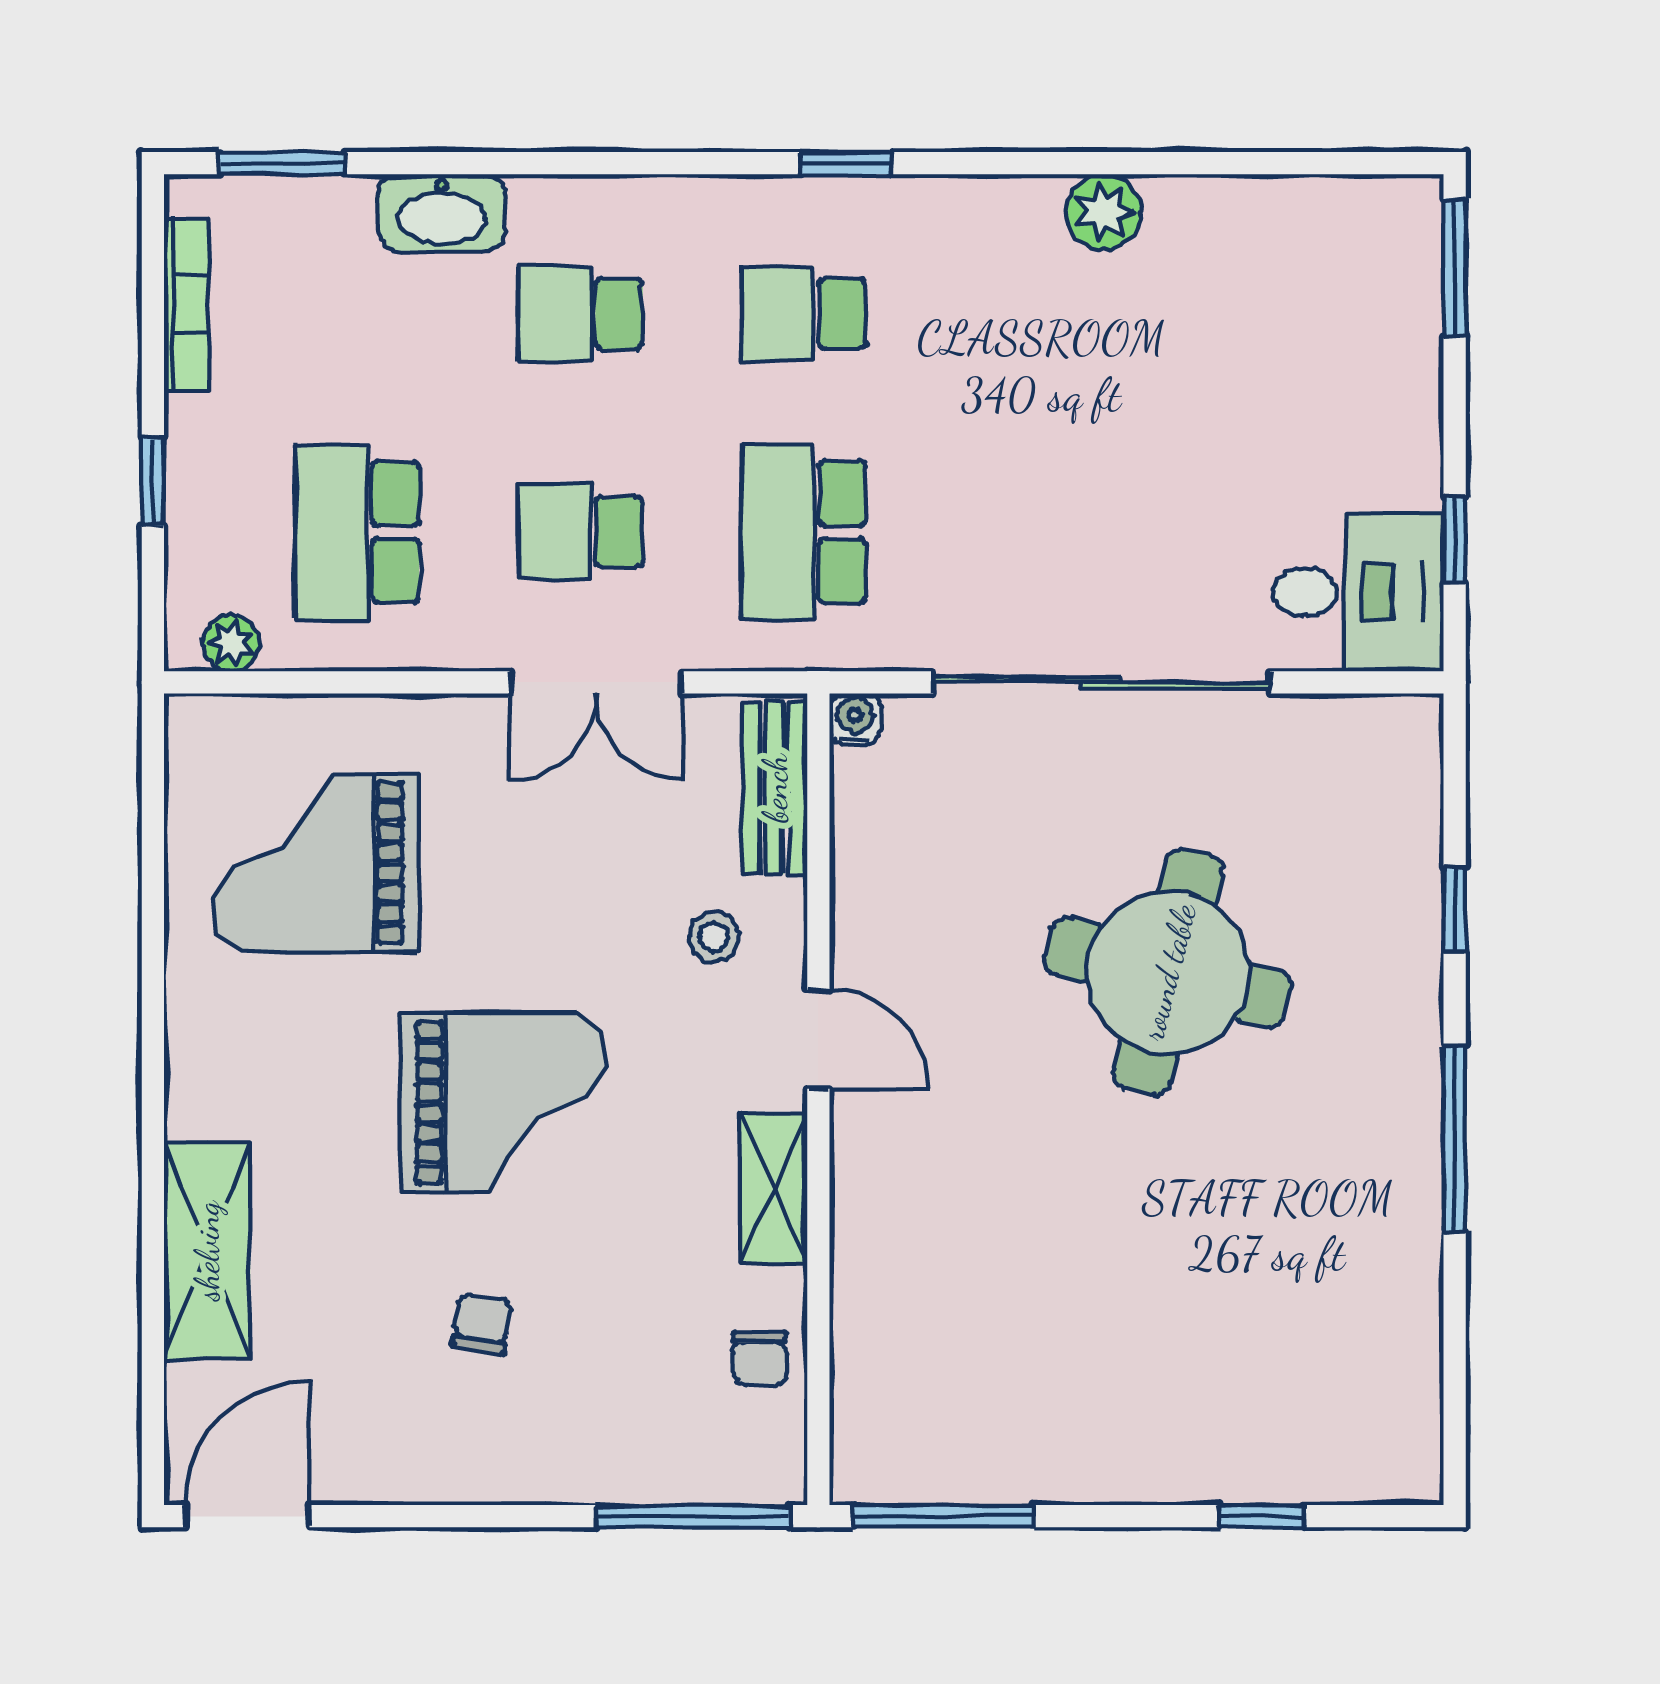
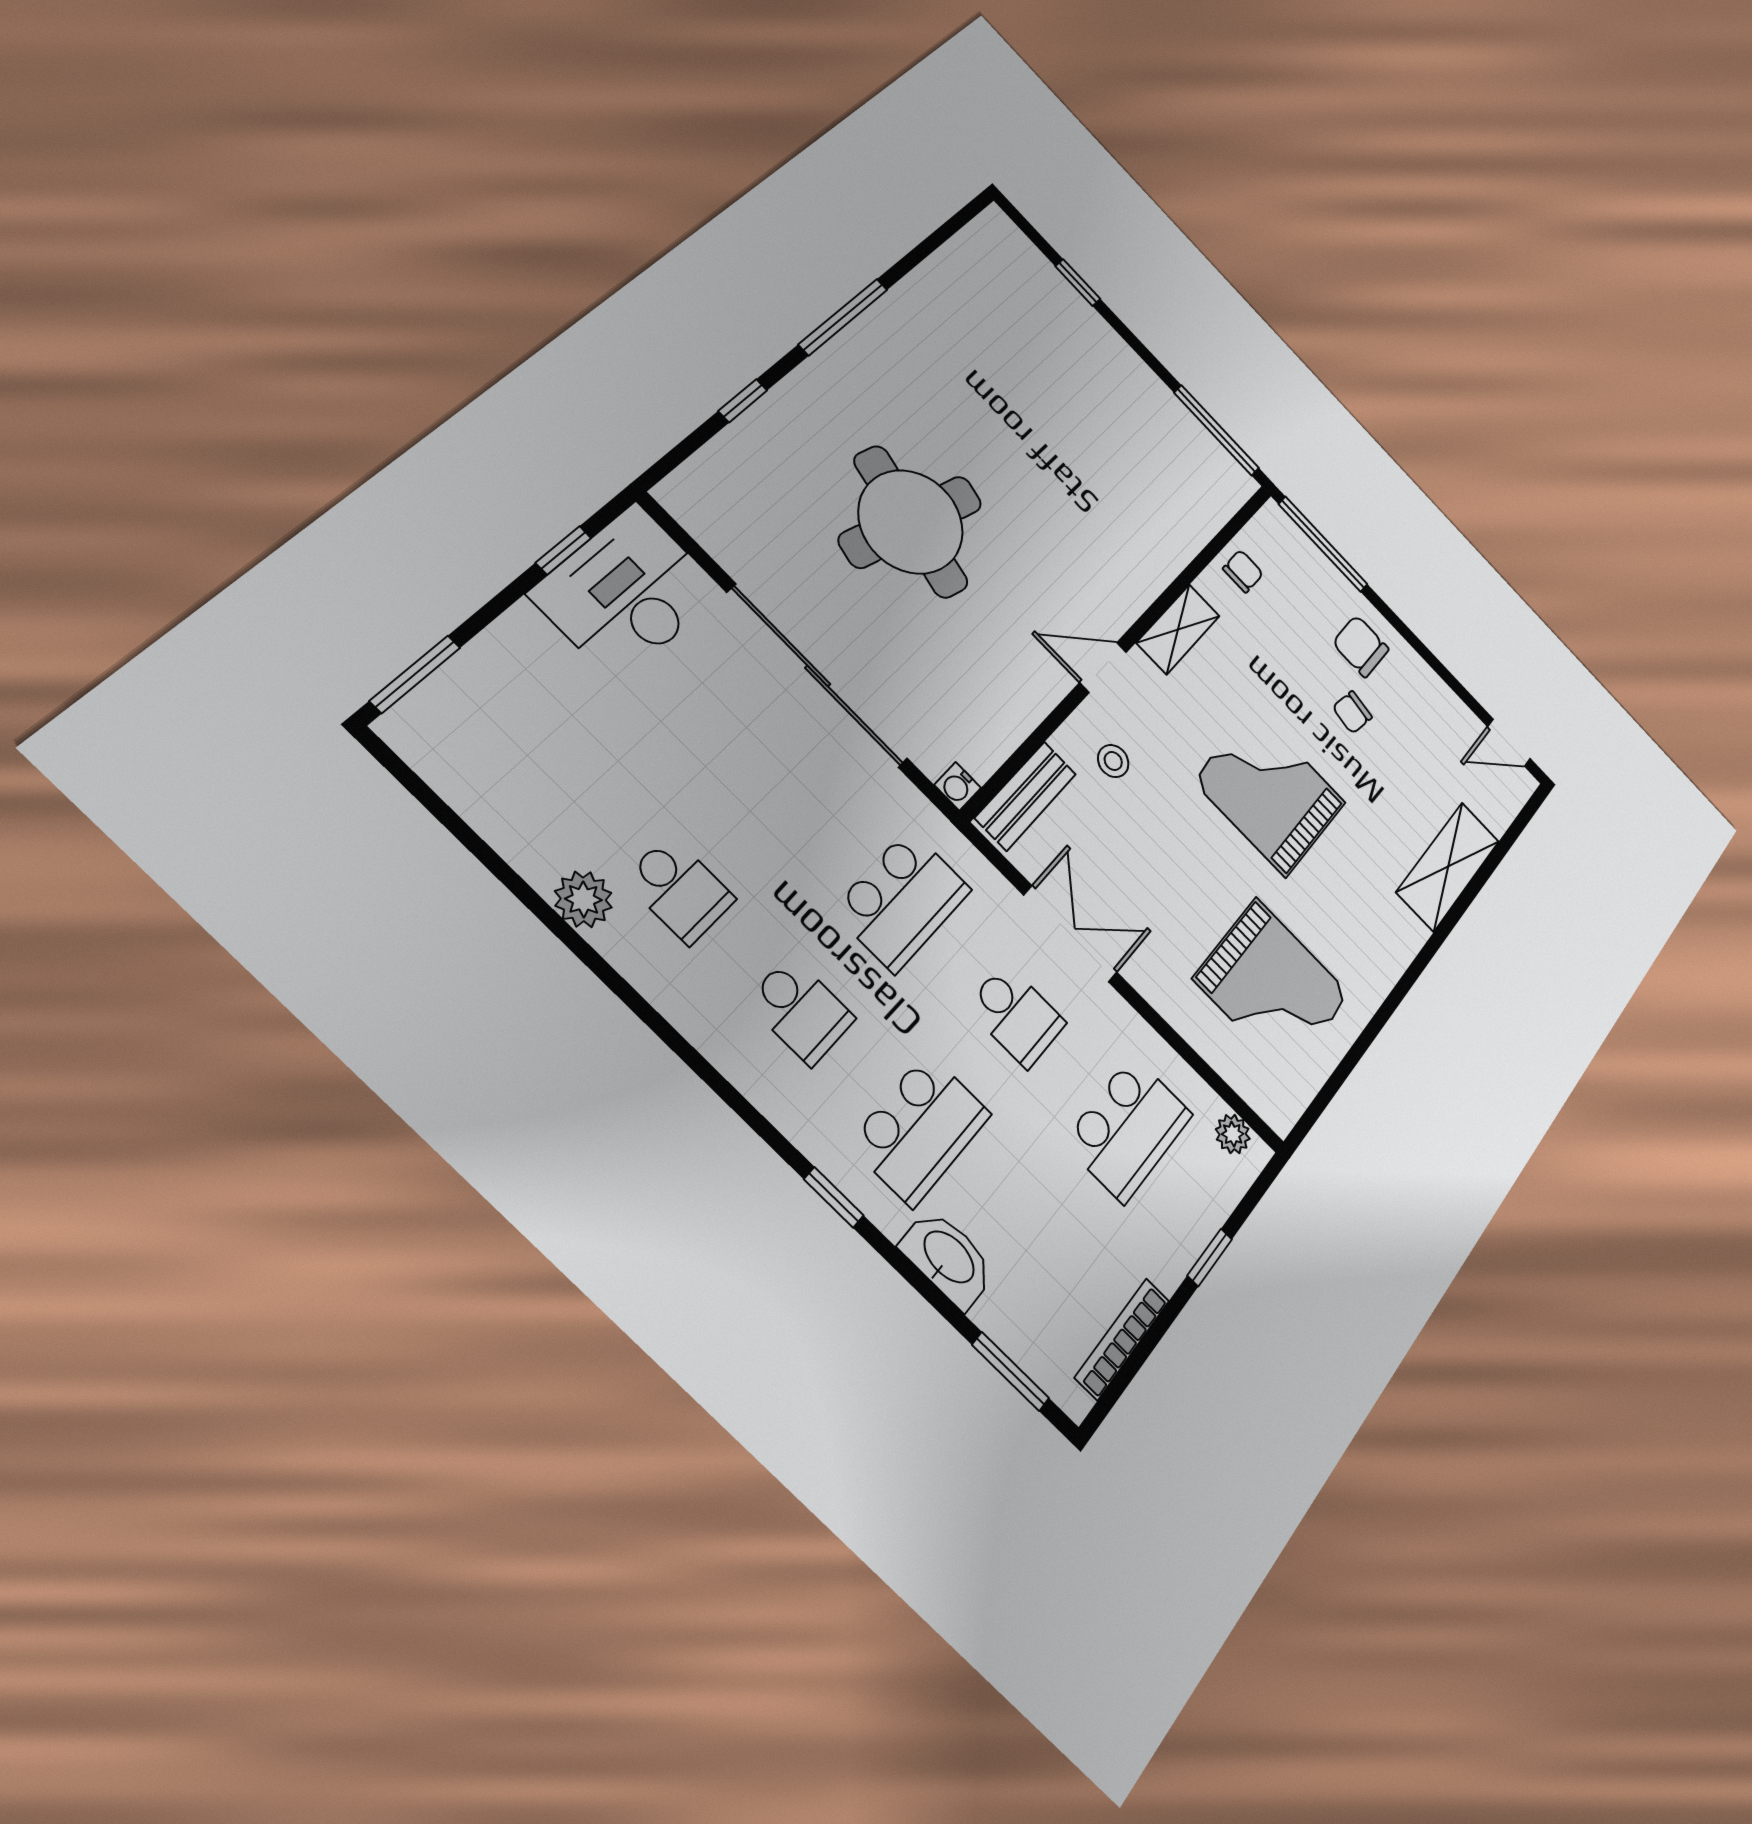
window: (846, 163) -> (834, 1197), moved
school desk: (580, 314) -> (920, 1129), width x1.85
school desk: (1027, 314) -> (679, 889), added
desk: (1358, 592) -> (627, 592), width x1.37
door: (818, 1039) -> (1103, 667), hinge flipped
chair: (539, 1428) -> (1361, 646), added
door: (248, 1516) -> (1509, 743), width x0.73

